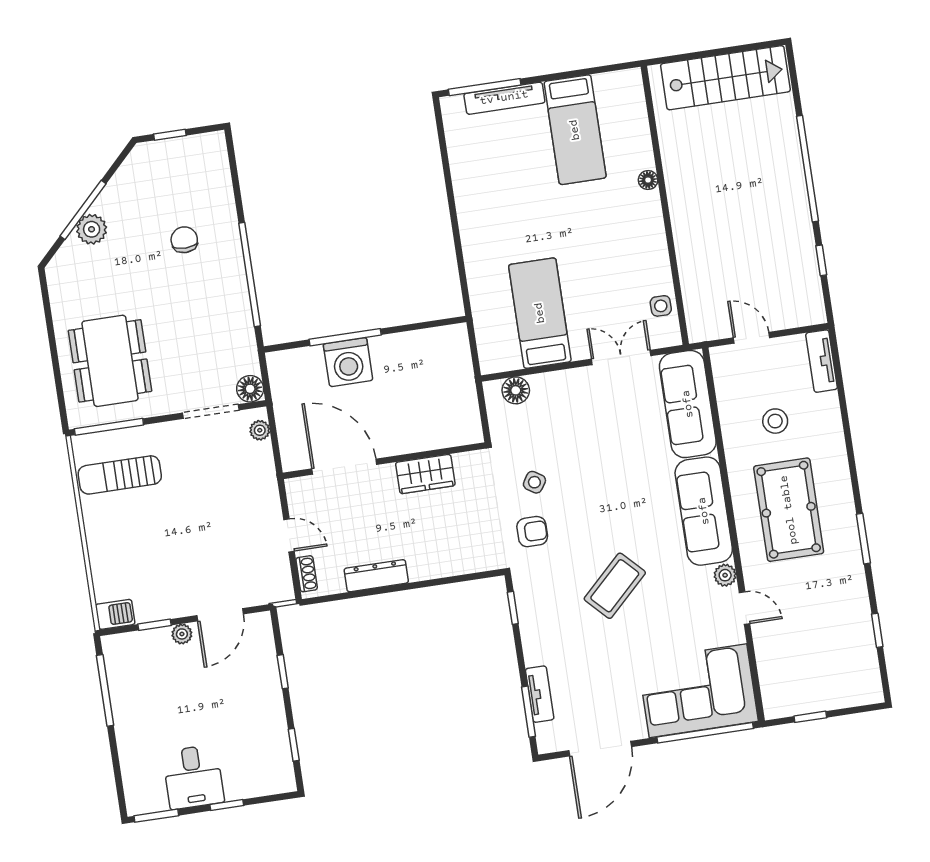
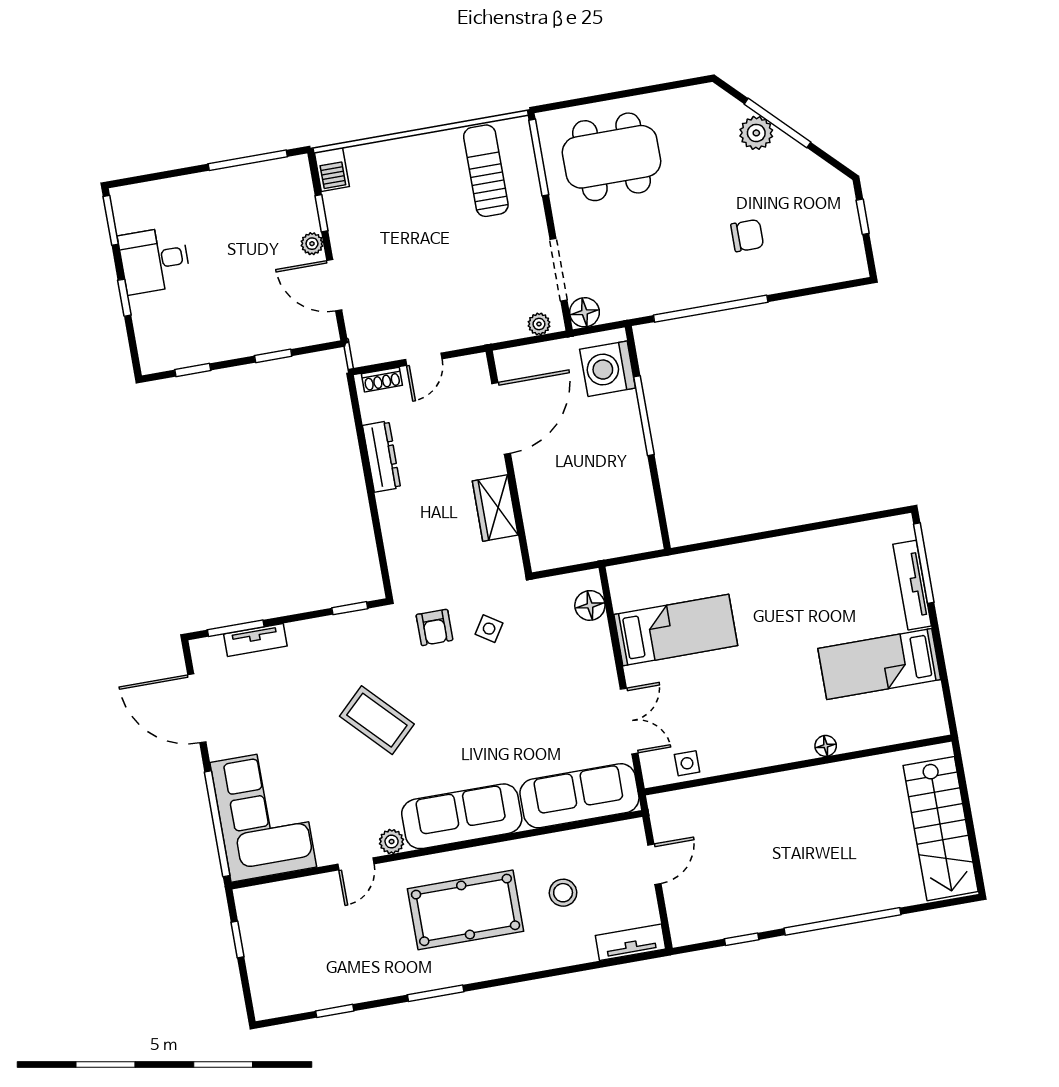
washing machine: (348, 362) -> (608, 369), moved

